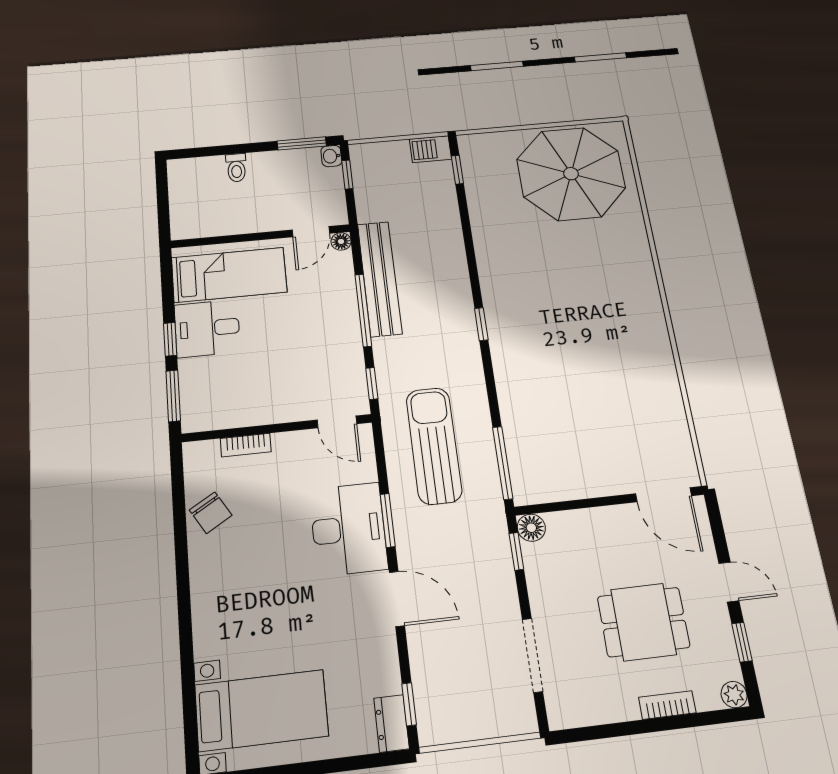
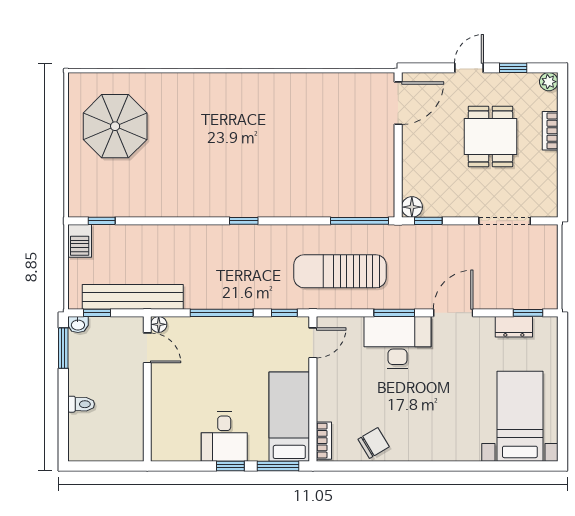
parasol: (571, 174) -> (115, 126), width x0.73, depth x0.73
bed: (229, 275) -> (289, 417), moved
bench: (380, 278) -> (133, 297), moved
bookcase: (246, 445) -> (324, 441), moved
dresser: (391, 723) -> (514, 327), moved

